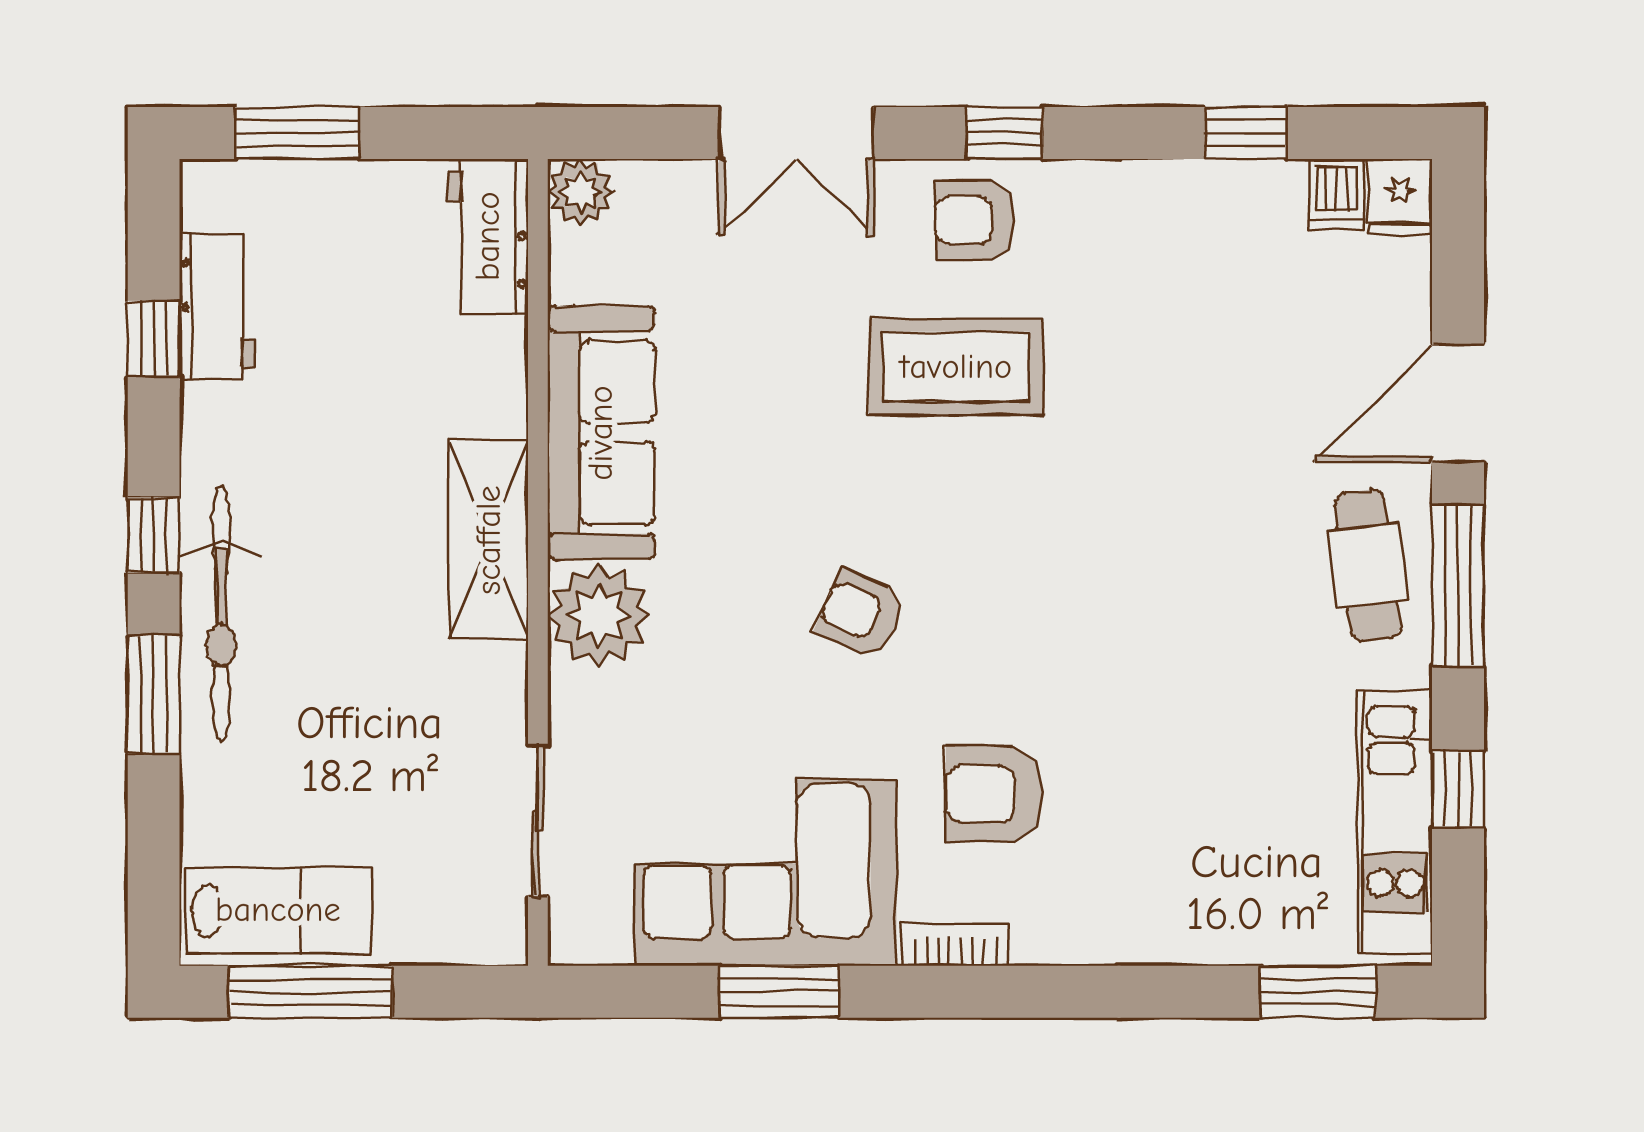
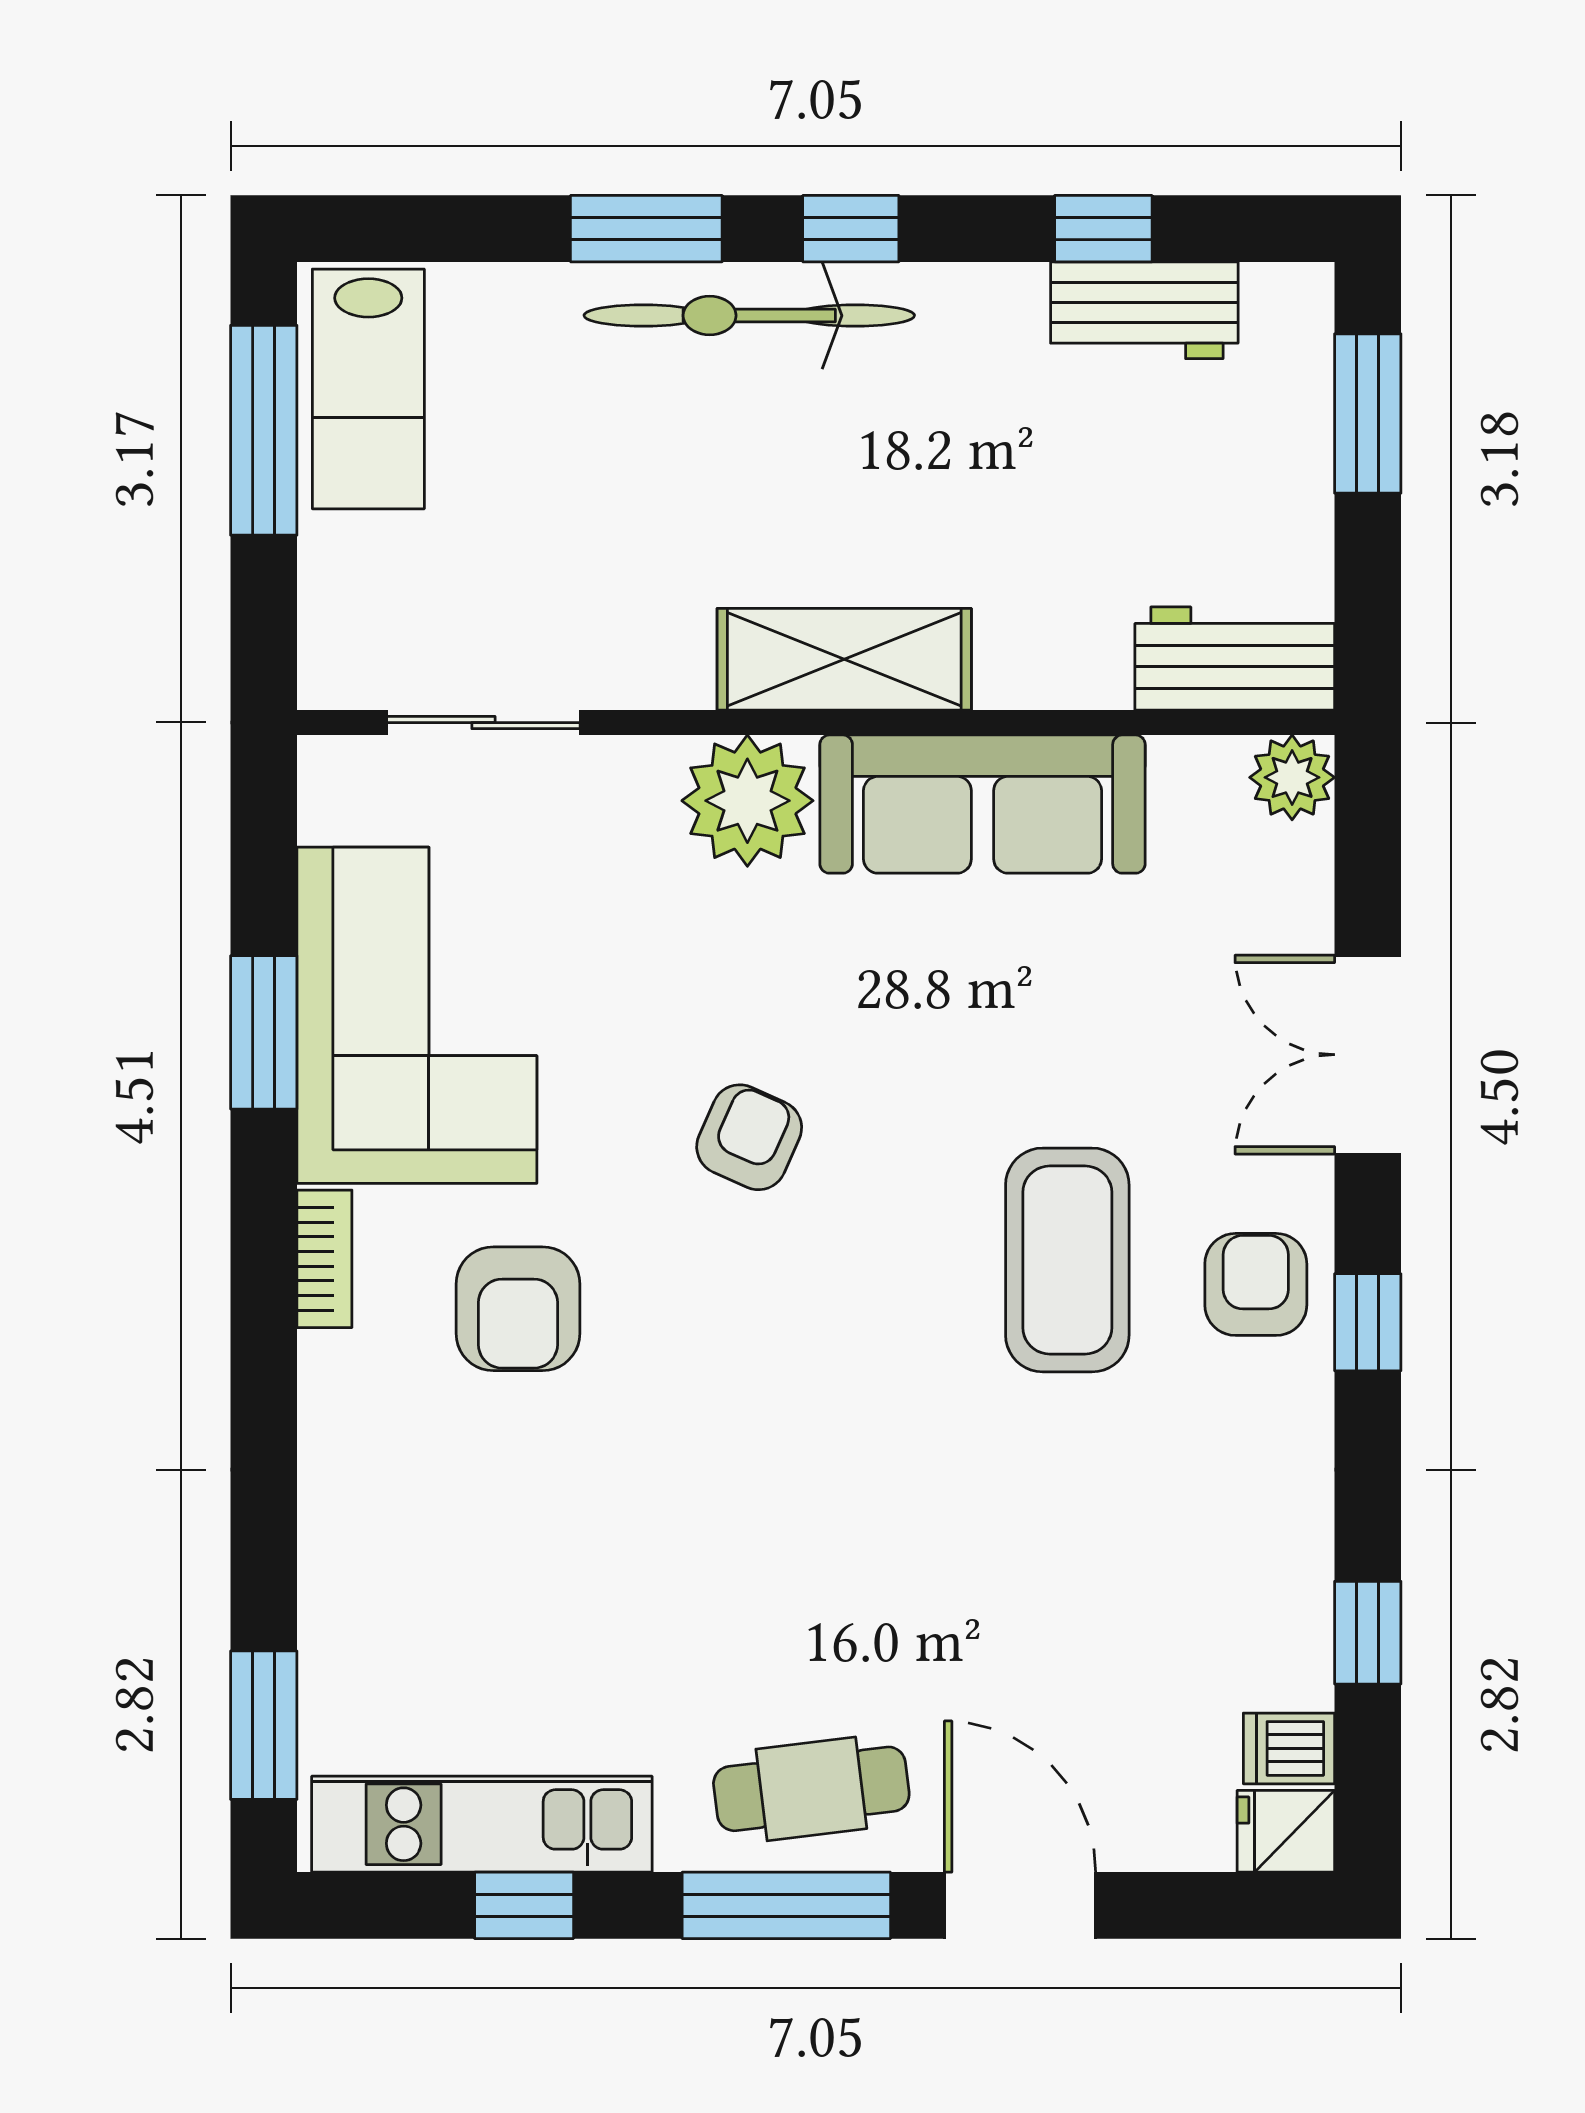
armchair: (994, 794) -> (518, 1309), turned 180

